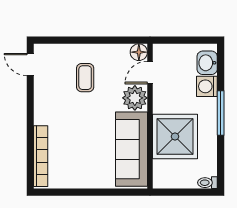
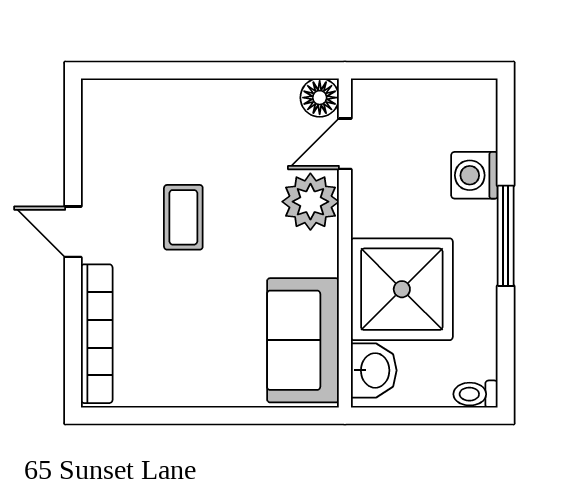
washbasin: (207, 63) -> (374, 370), moved, turned 180
door: (30, 65) -> (73, 232), moved
coffee table: (85, 78) -> (183, 217), moved
sofa: (131, 149) -> (303, 340), width x0.73

